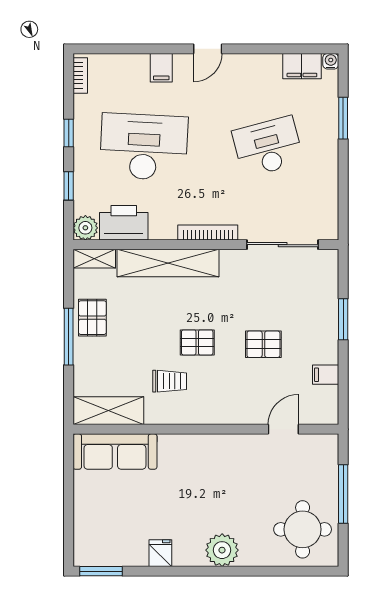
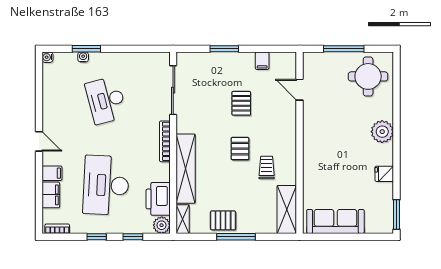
filing cabinet: (302, 66) -> (51, 195), moved
water cooler: (331, 113) -> (83, 57), added
sofa: (115, 452) -> (335, 221), moved, turned -90

